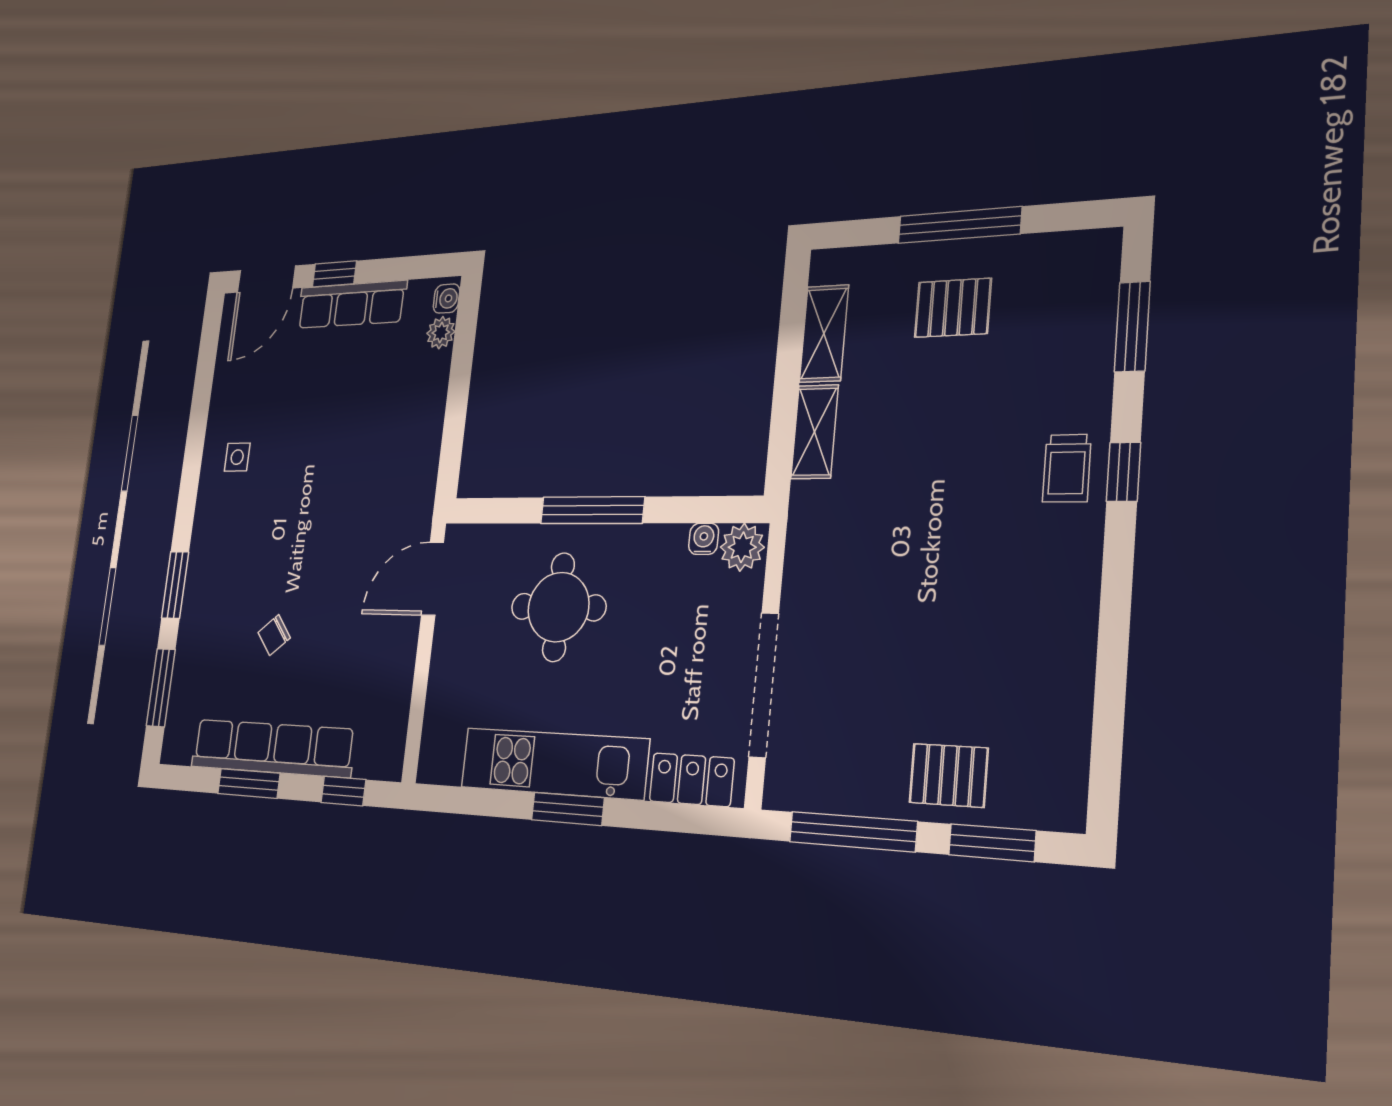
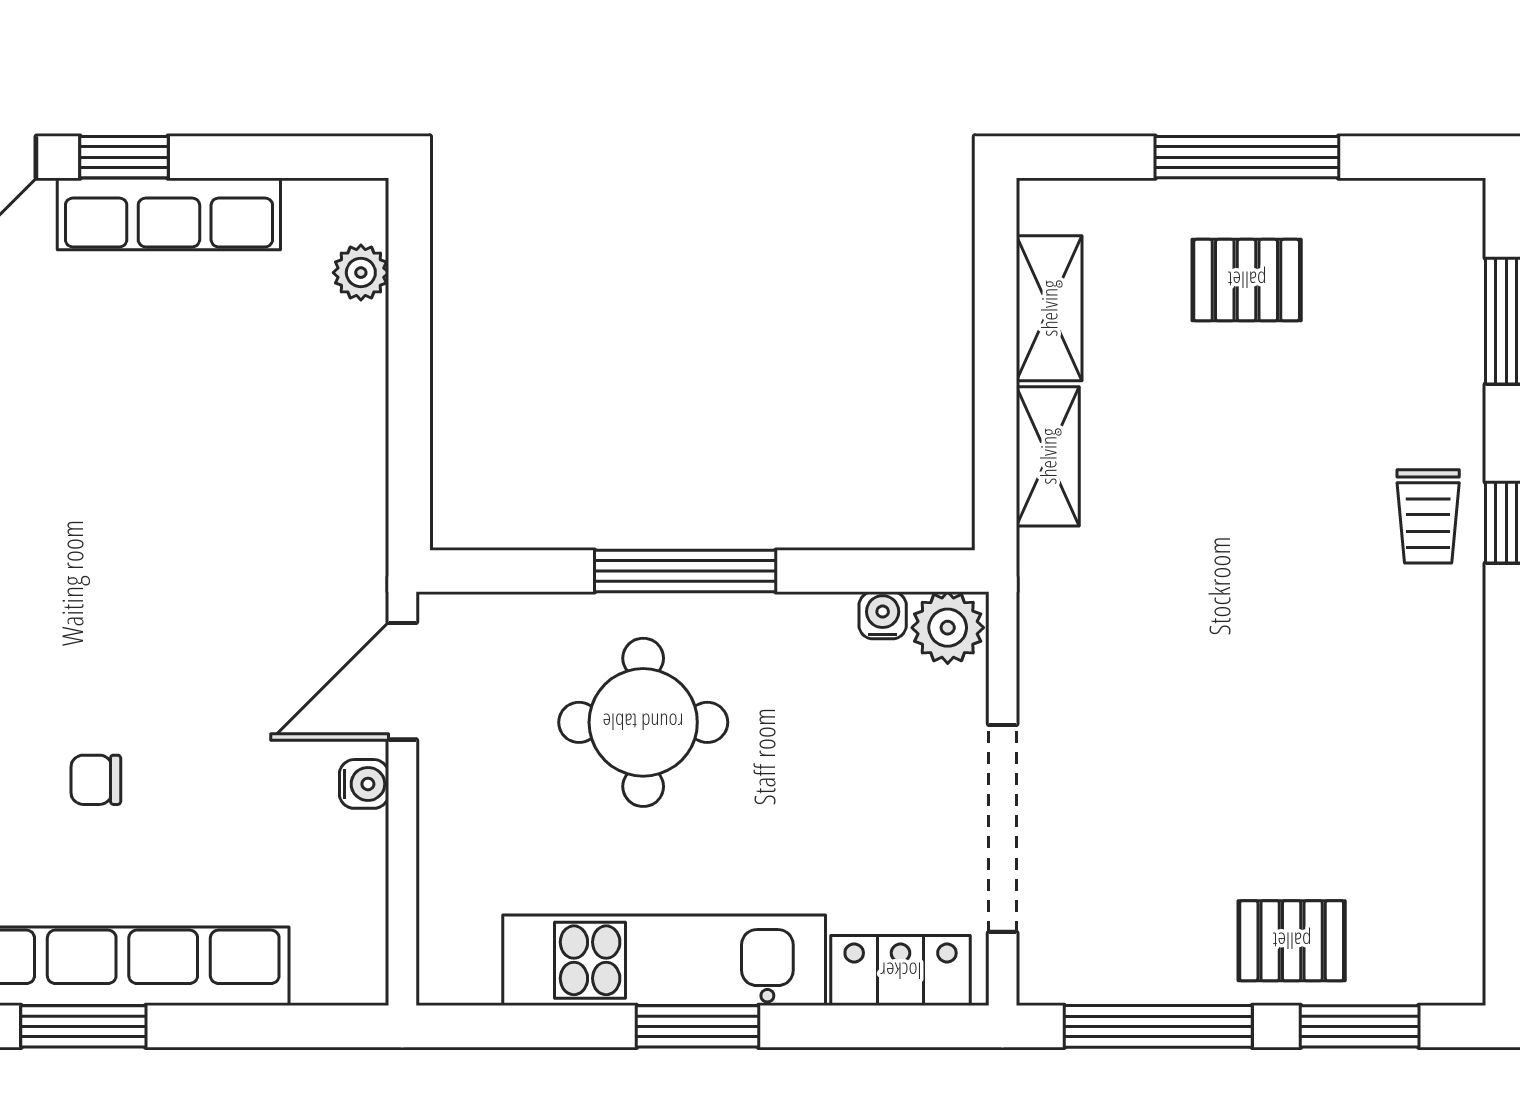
water cooler: (446, 299) -> (364, 784), moved
chair: (274, 635) -> (96, 780), turned 39
window: (343, 791) -> (278, 1026), removed

